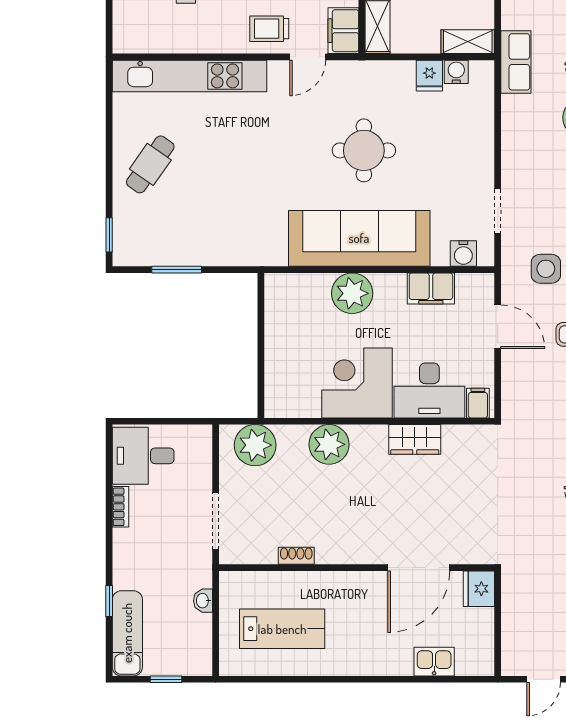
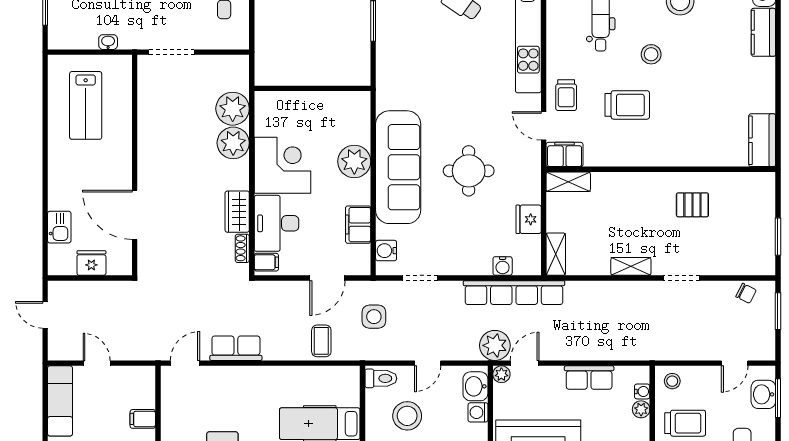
trolley: (269, 29) -> (566, 95), turned 180
row of seats: (516, 62) -> (514, 293), width x2.02
water cooler: (456, 72) -> (503, 266), moved, turned 90
fridge: (429, 76) -> (529, 219), width x1.38
plant: (255, 445) -> (233, 109), moved
shoe rack: (296, 556) -> (242, 248), moved, turned 180
fridge: (479, 589) -> (91, 263), moved

